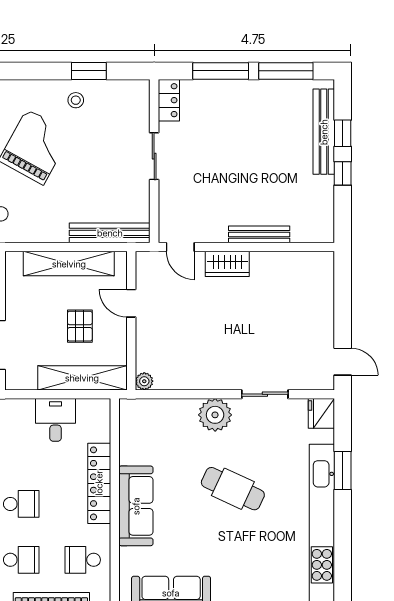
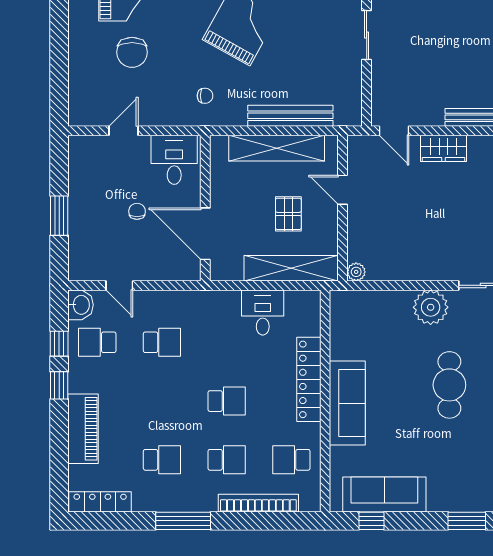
bench: (110, 233) -> (290, 116), moved
cafe table: (233, 489) -> (449, 385), turned 65

